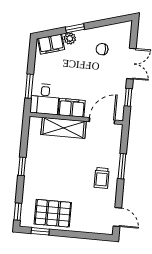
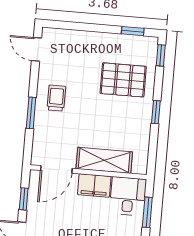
pallet: (53, 213) -> (123, 80), moved

